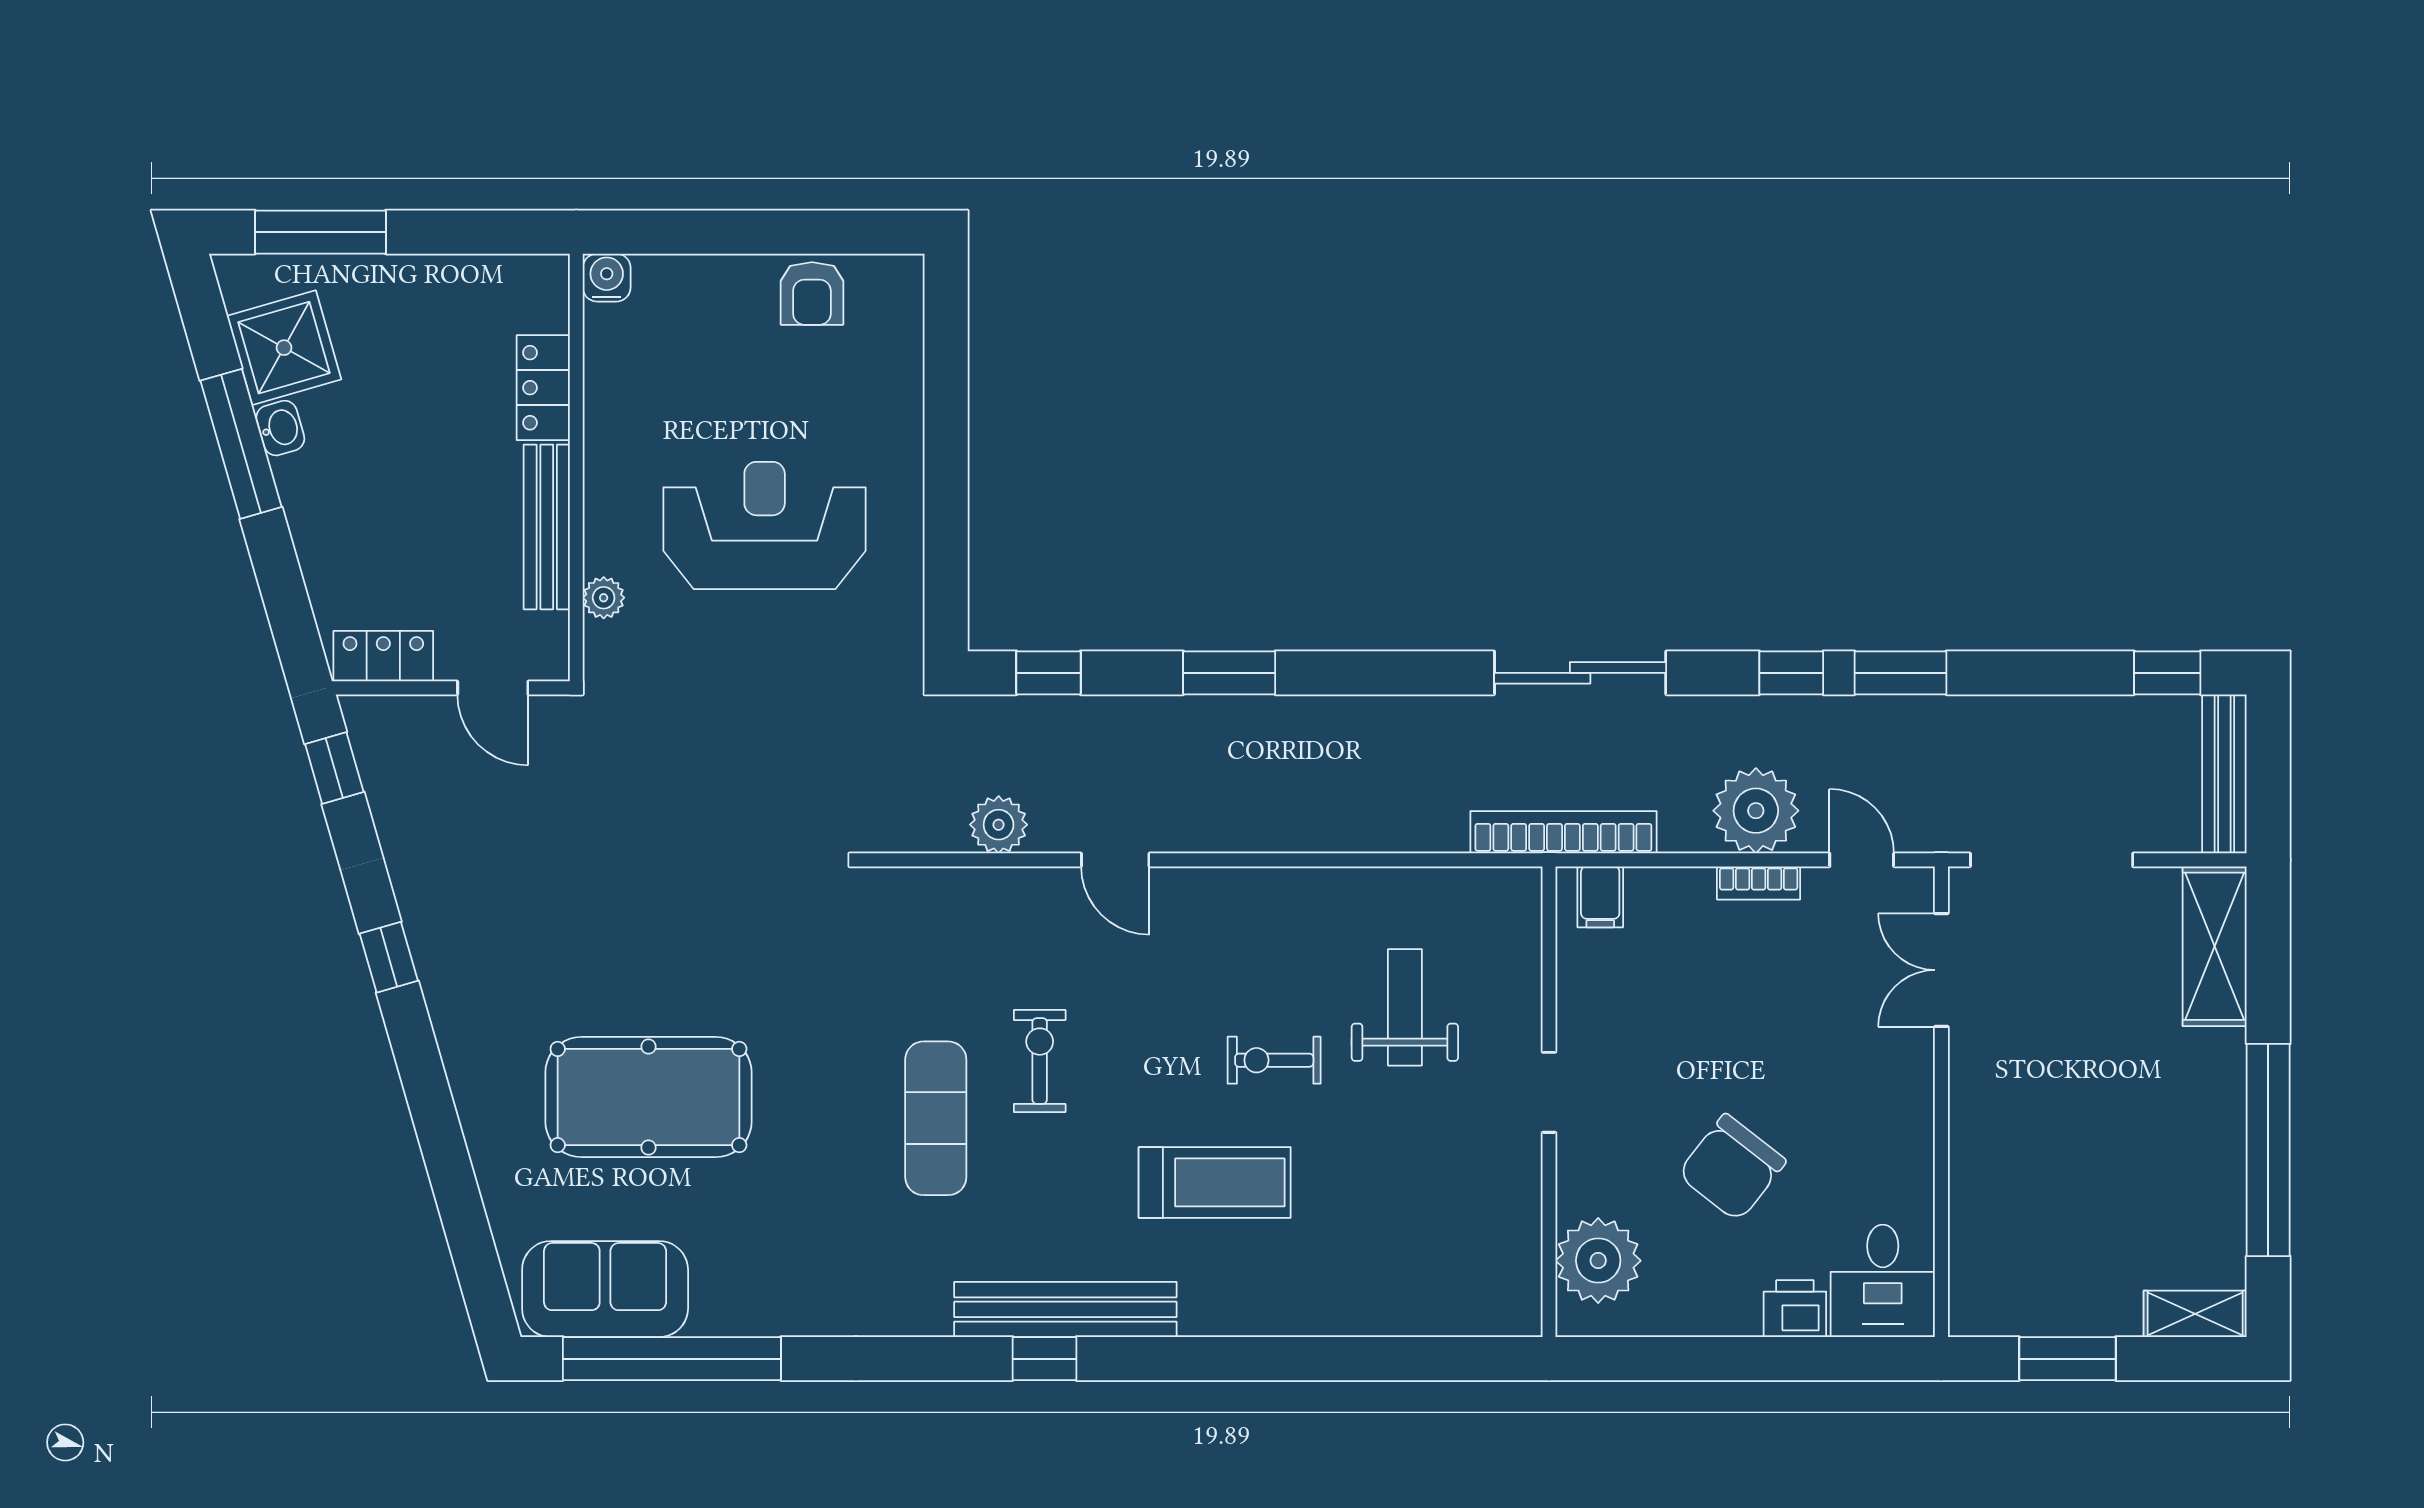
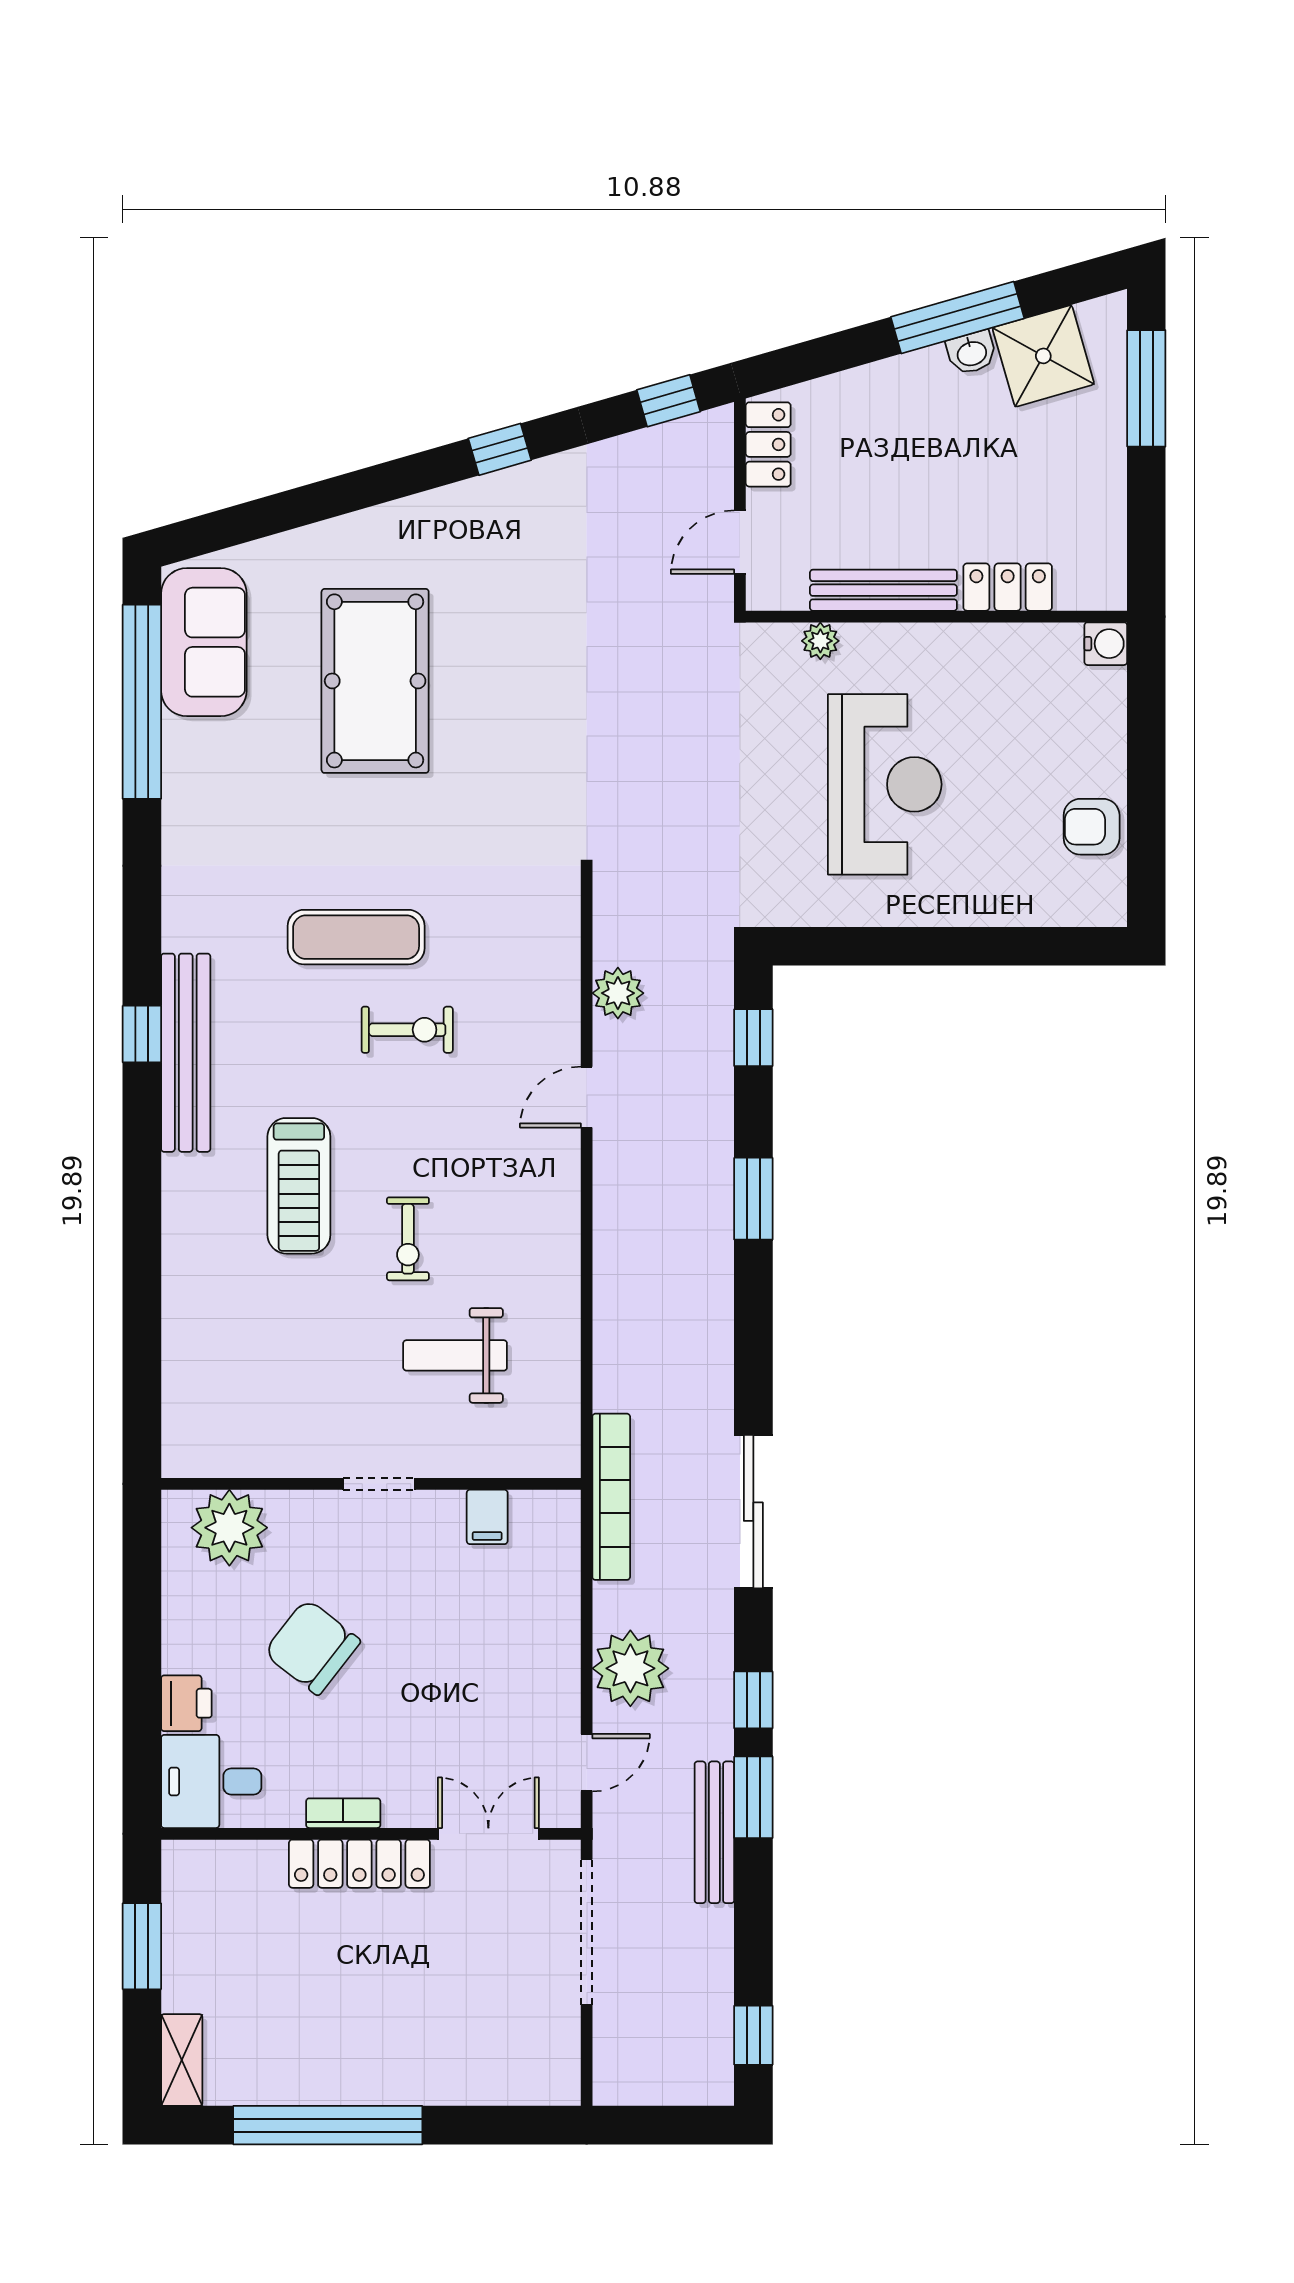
bench: (2224, 774) -> (714, 1832), moved, turned 90
bookcase: (1759, 883) -> (343, 1813), moved, turned 90
filing cabinet: (1600, 897) -> (487, 1517), moved, turned -90
shelving: (2215, 946) -> (510, 2077), removed
weight bench: (1405, 1007) -> (455, 1355), turned 180
exercise bike: (1274, 1060) -> (408, 1239), turned 180
locker: (1975, 1115) -> (359, 1864), added

